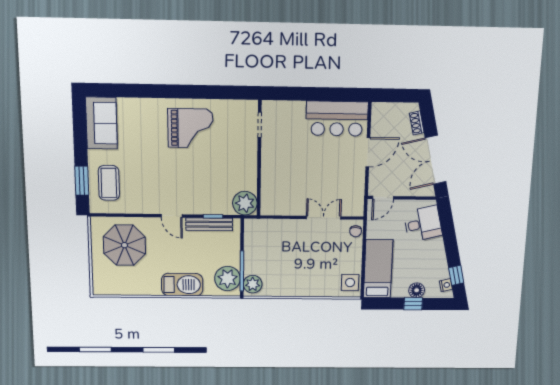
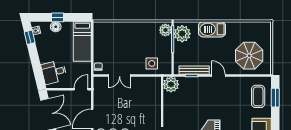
side table: (350, 283) -> (152, 63), moved

